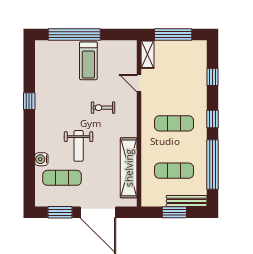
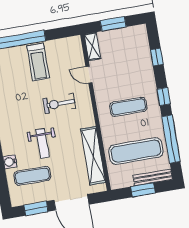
window: (173, 35) -> (113, 24), width x0.69
exercise bike: (103, 108) -> (59, 104), width x1.38, depth x1.39
exercise mat: (174, 171) -> (136, 151), width x1.36, depth x1.45

